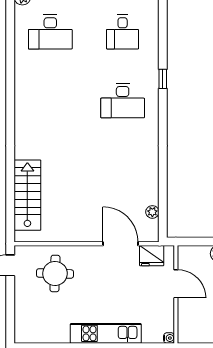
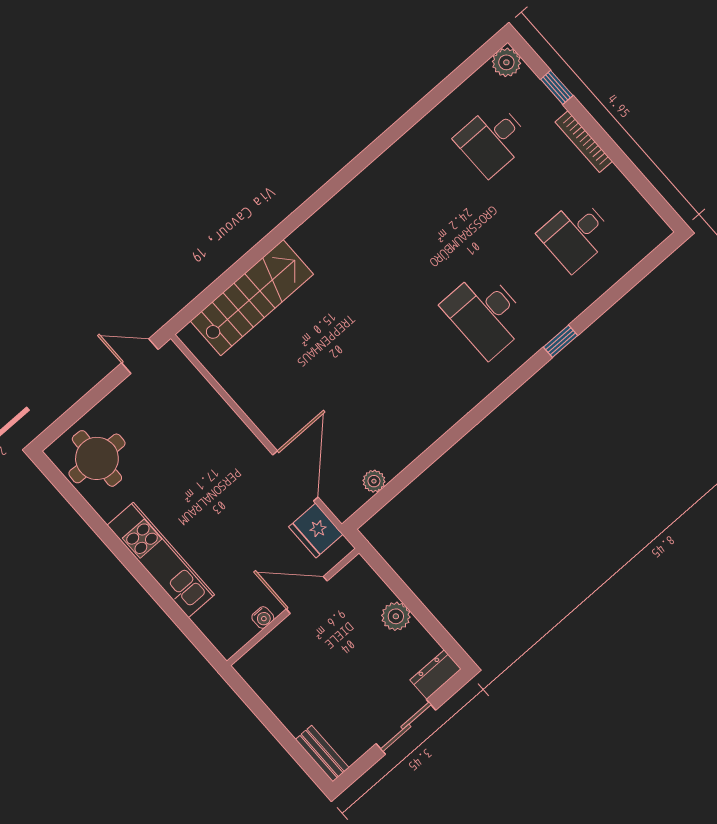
desk: (50, 32) -> (492, 140), width x0.73
round table: (55, 273) -> (97, 458), moved
door: (176, 284) -> (307, 595), swing flipped
water cooler: (169, 338) -> (263, 618), moved

